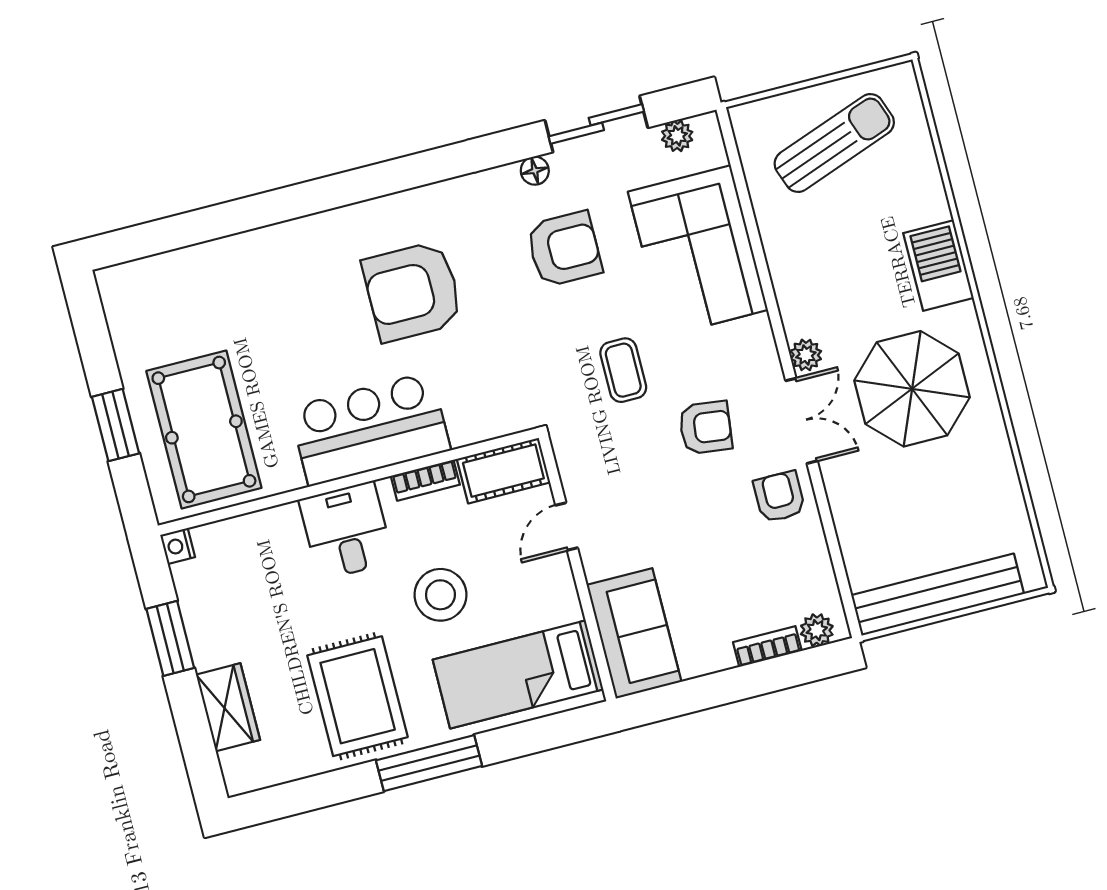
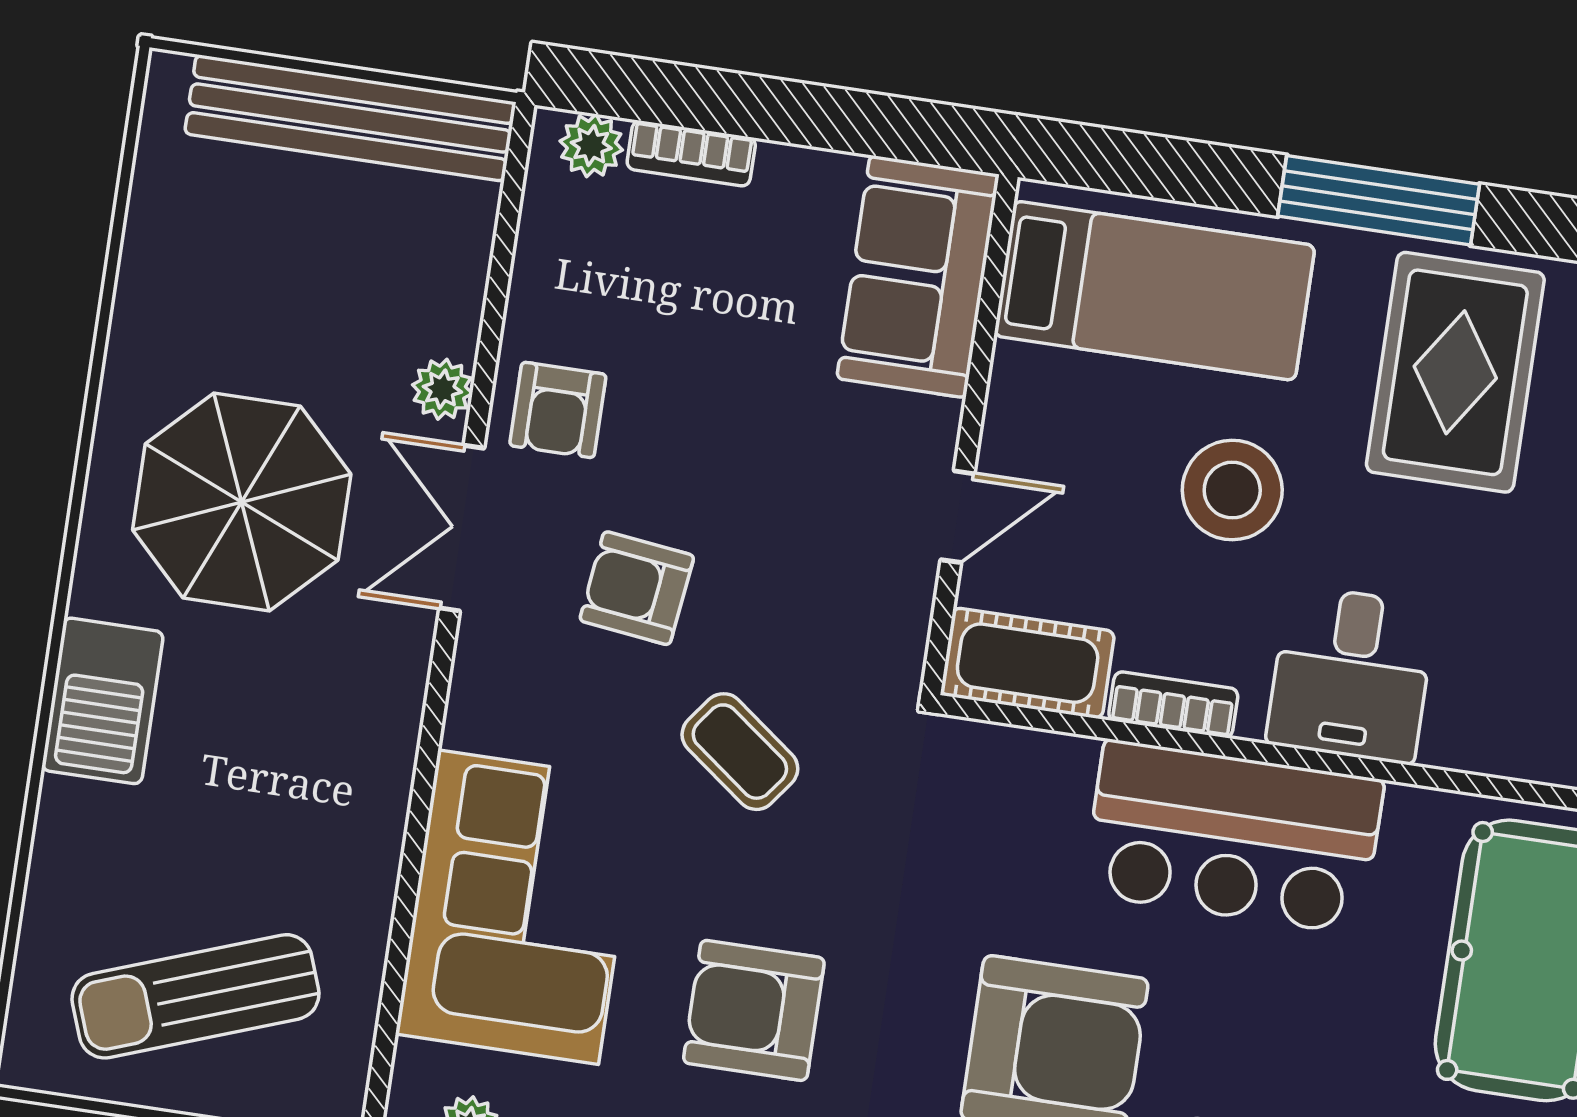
plant: (806, 355) -> (442, 389), moved
coffee table: (623, 370) -> (740, 752), turned -53

